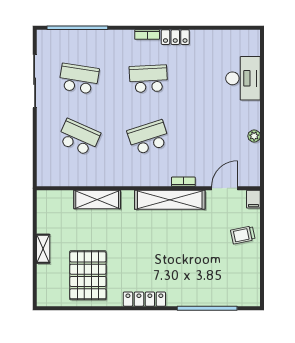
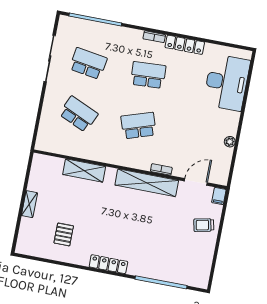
locker: (175, 37) -> (185, 45), width x1.53
desk: (243, 78) -> (227, 82), width x1.36, depth x1.30
pallet: (88, 275) -> (64, 234), width x0.49, depth x0.50

